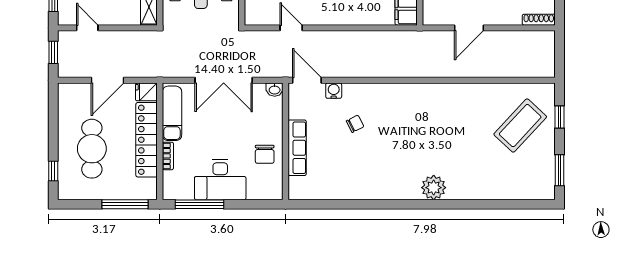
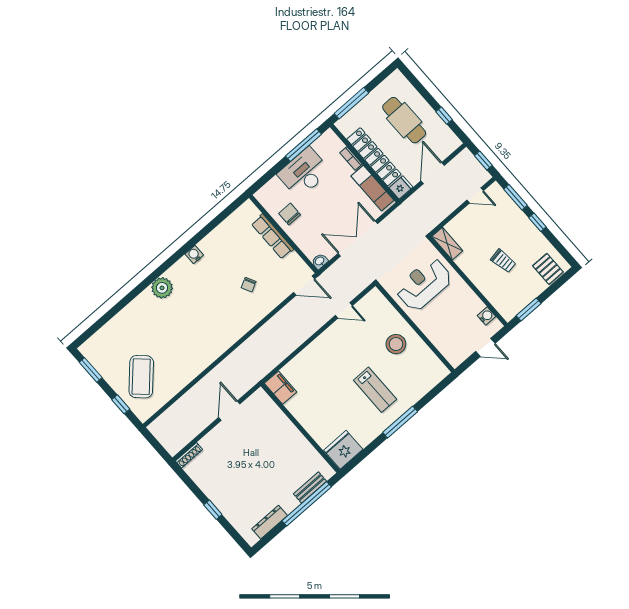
water cooler: (334, 91) -> (194, 255), moved, turned 180
window: (53, 171) -> (444, 116), moved

